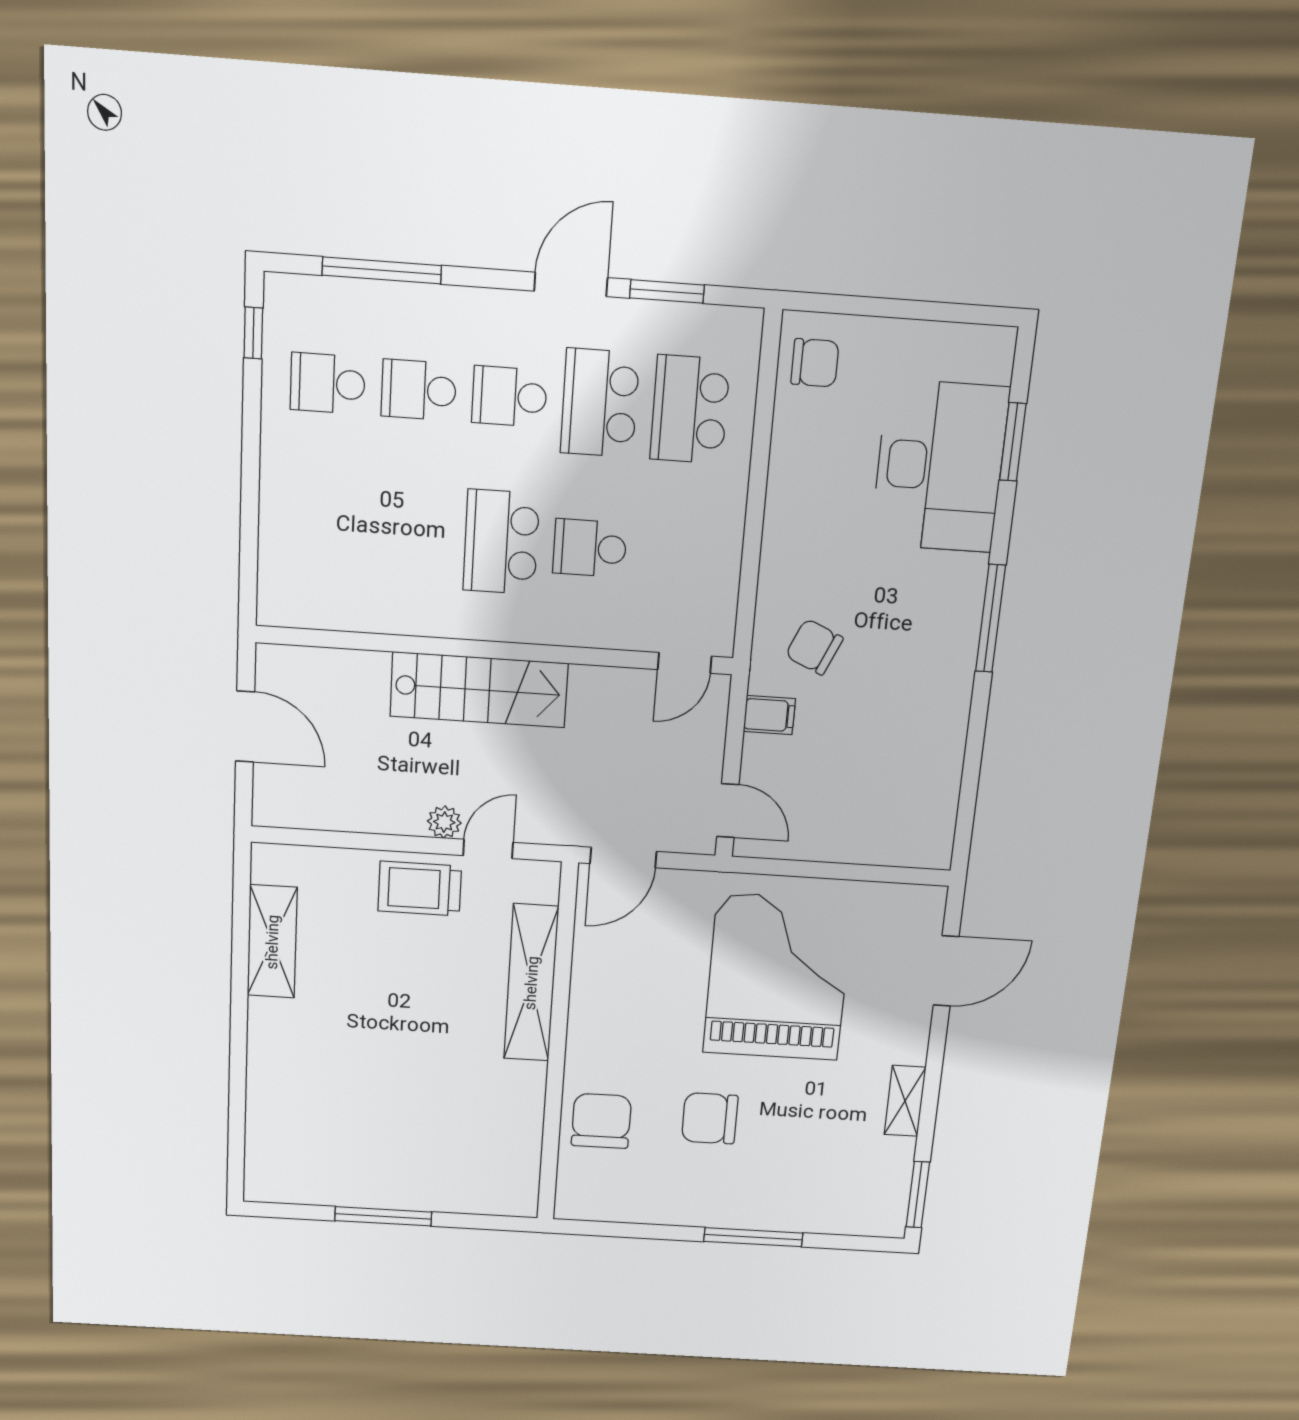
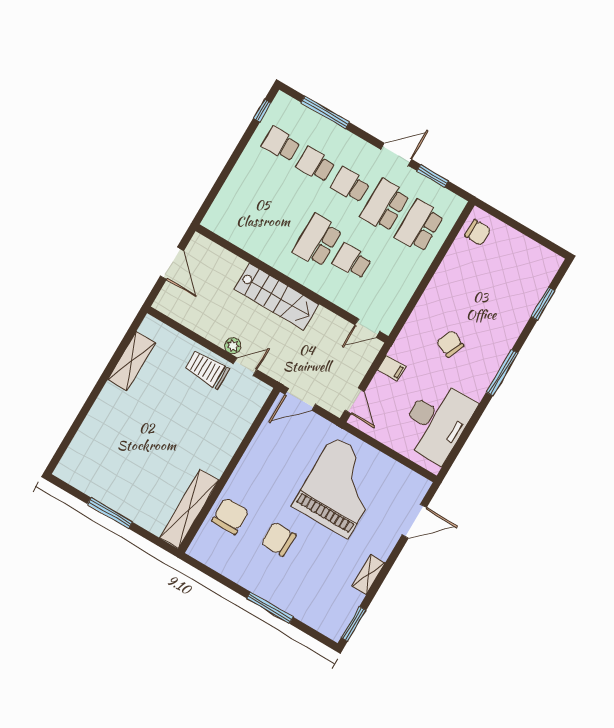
desk: (940, 466) -> (437, 421), moved
chair: (814, 647) -> (450, 344), moved
shelving: (531, 983) -> (189, 509), moved

